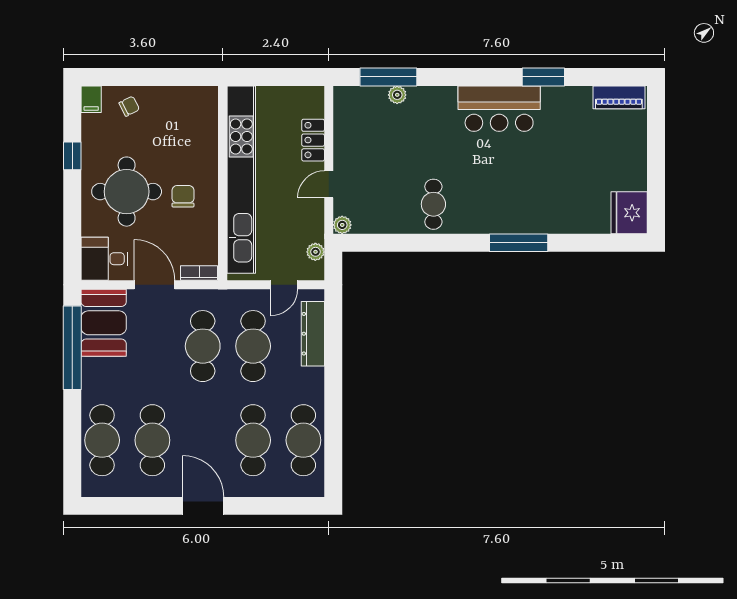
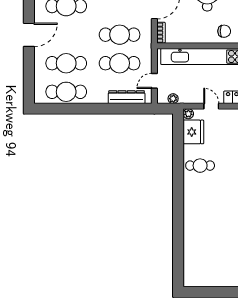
chair: (183, 196) -> (224, 31), moved
fridge: (629, 213) -> (193, 132), moved, turned 90
window: (519, 243) -> (178, 214), removed
door: (284, 285) -> (154, 81), hinge flipped

